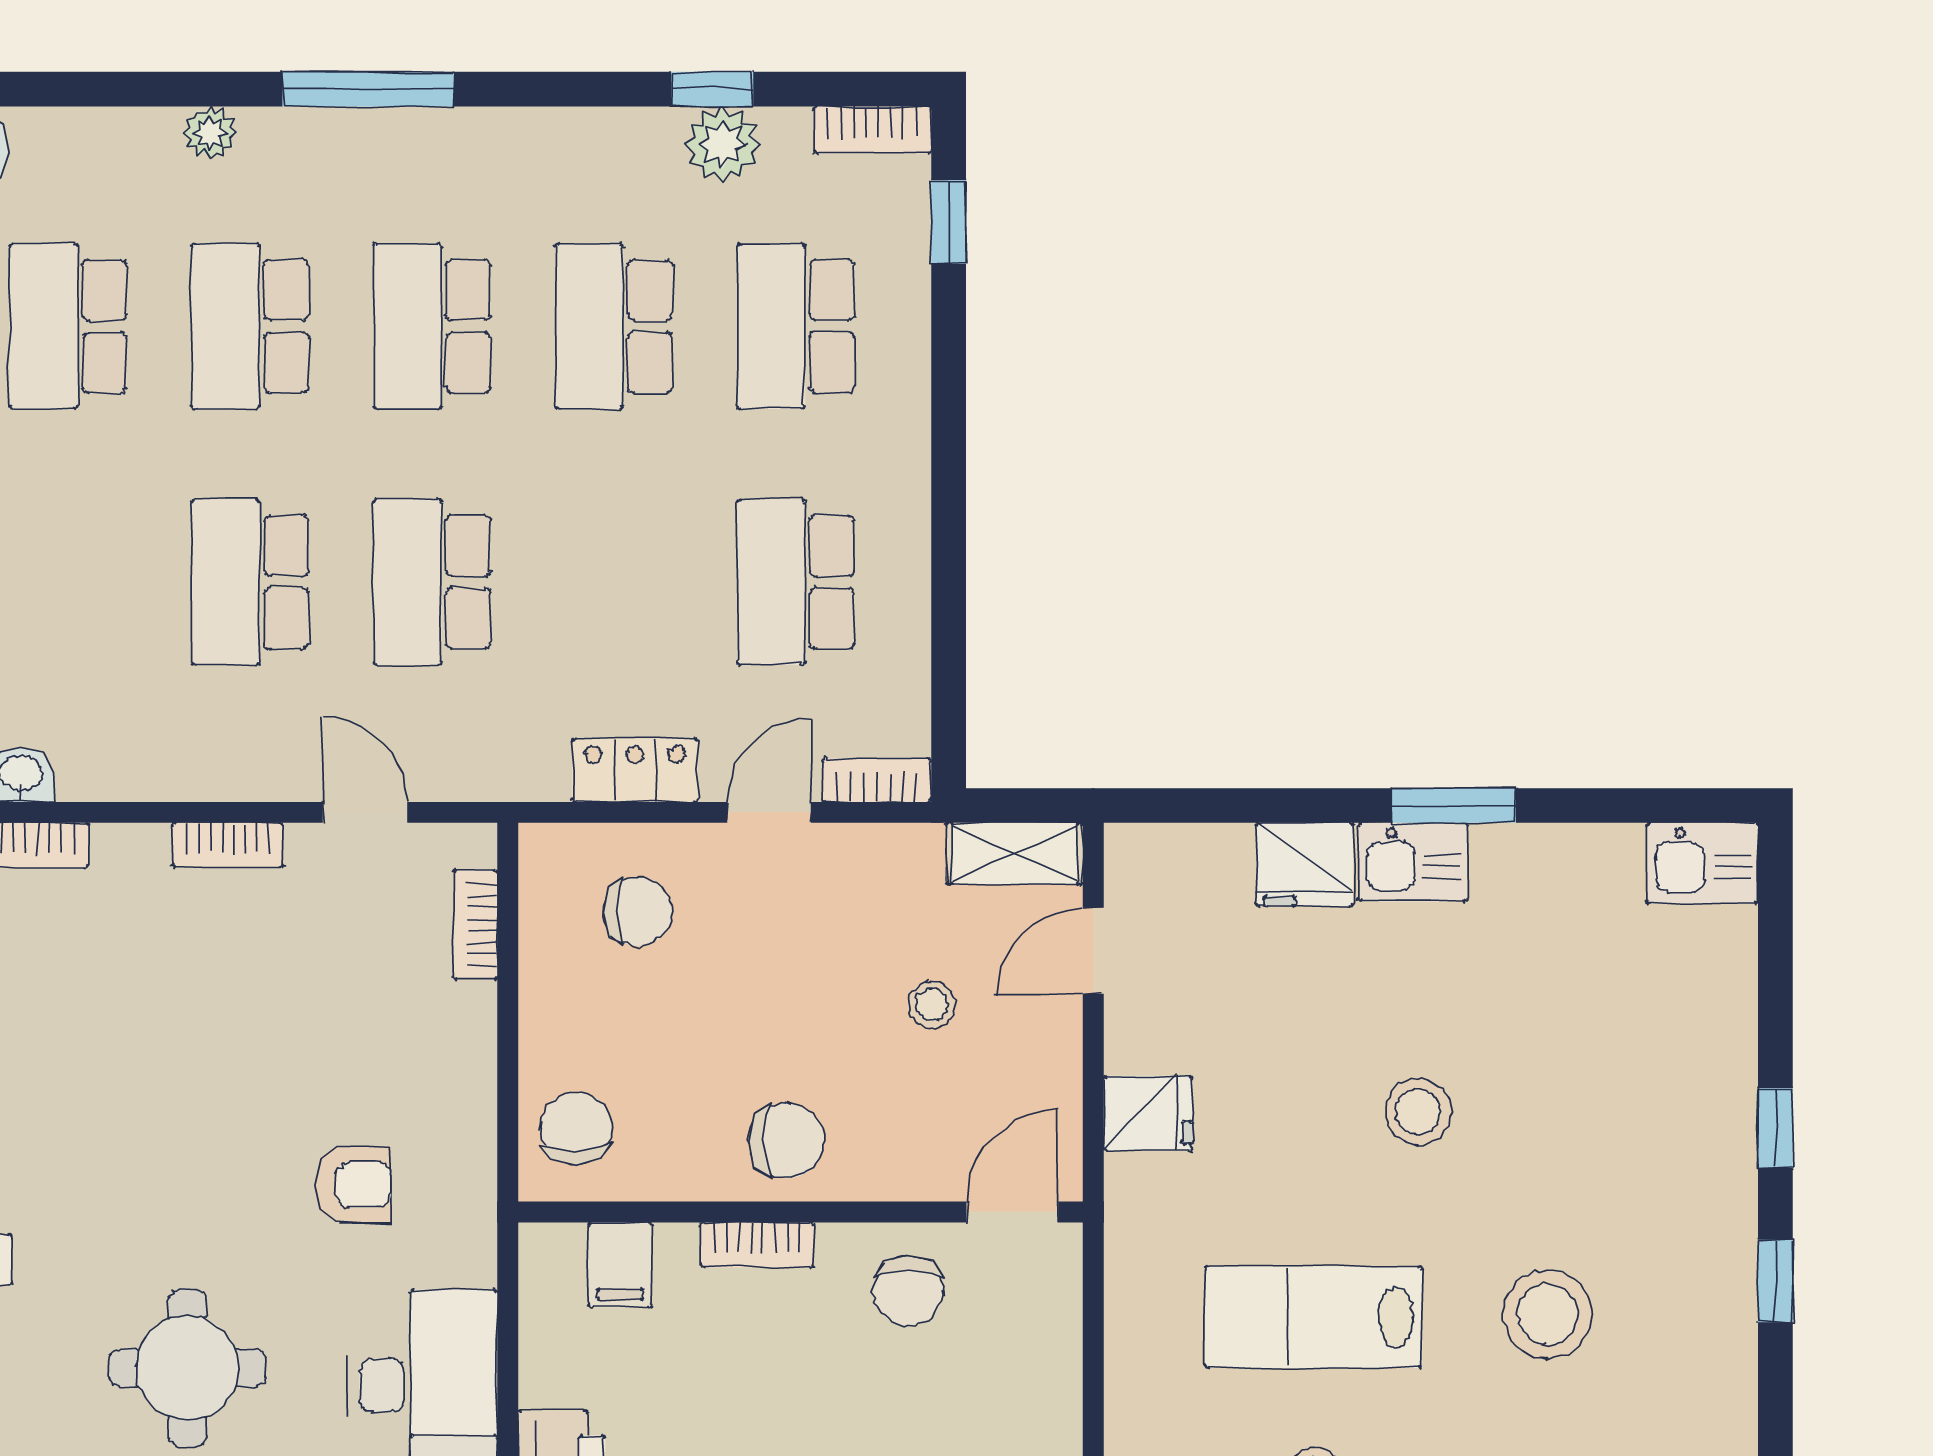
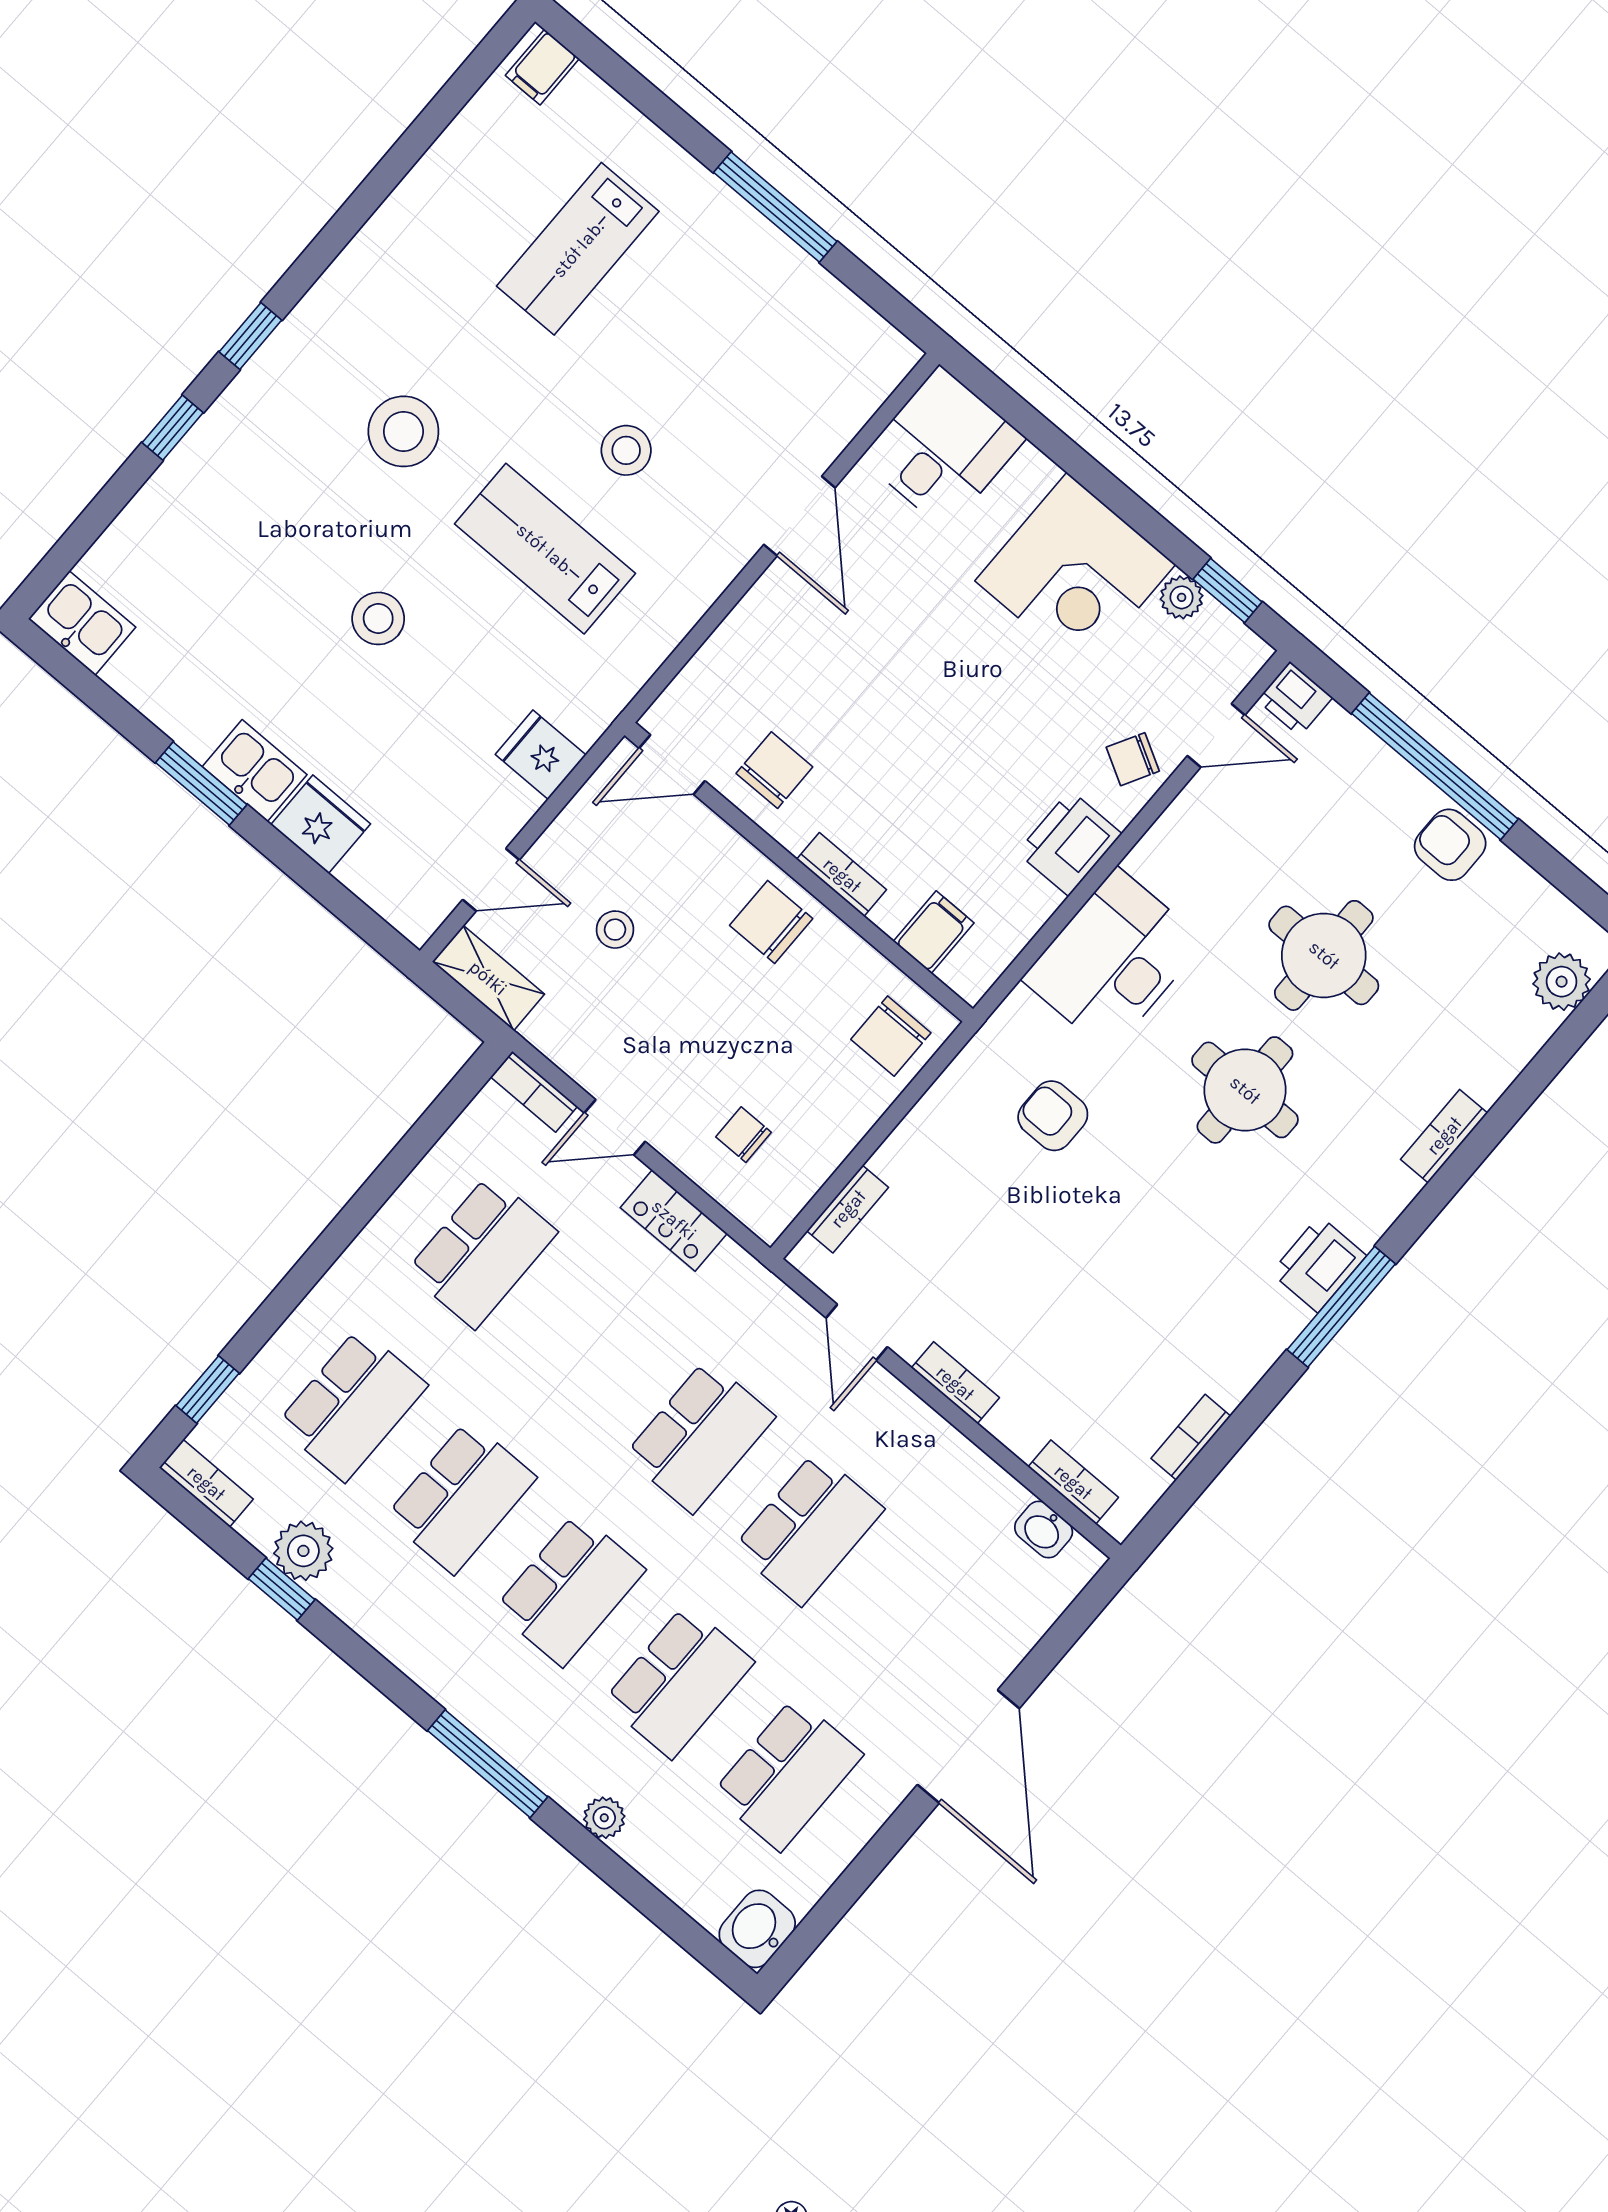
chair: (638, 911) -> (744, 1135), width x0.73, depth x0.73
lab bench: (1314, 1317) -> (545, 549), turned 180

